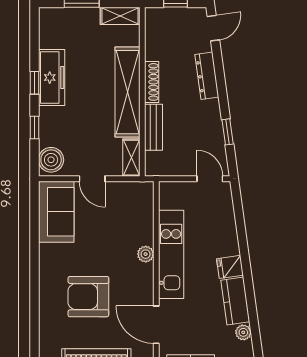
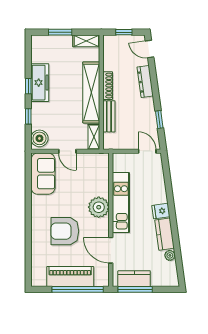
door: (213, 28) -> (150, 49), swing flipped
plant: (146, 254) -> (99, 207), width x1.88, depth x1.88

